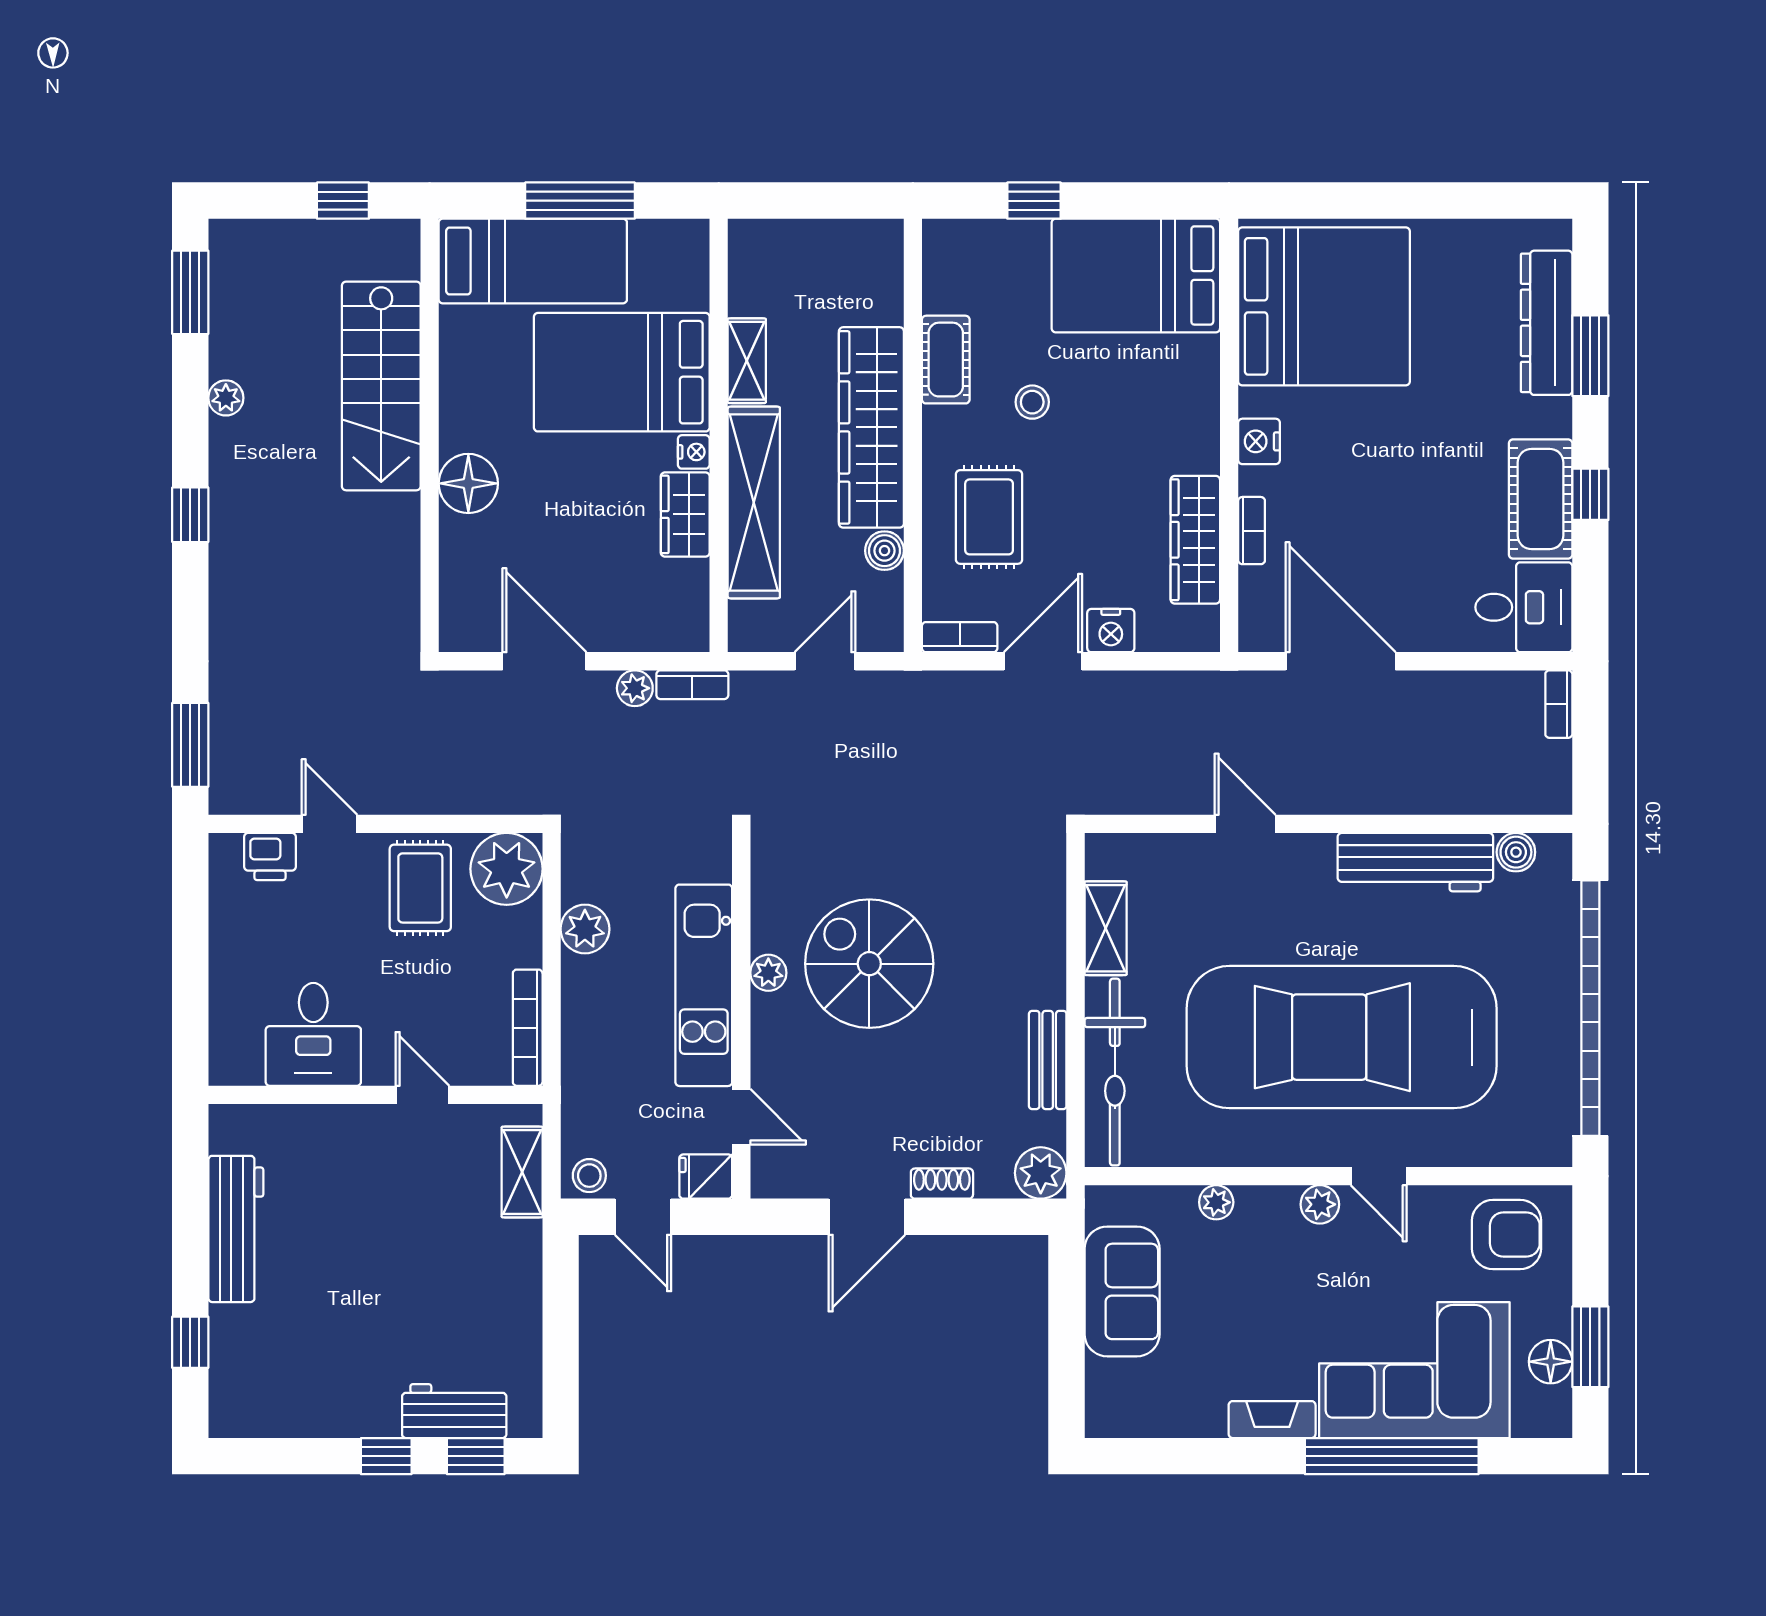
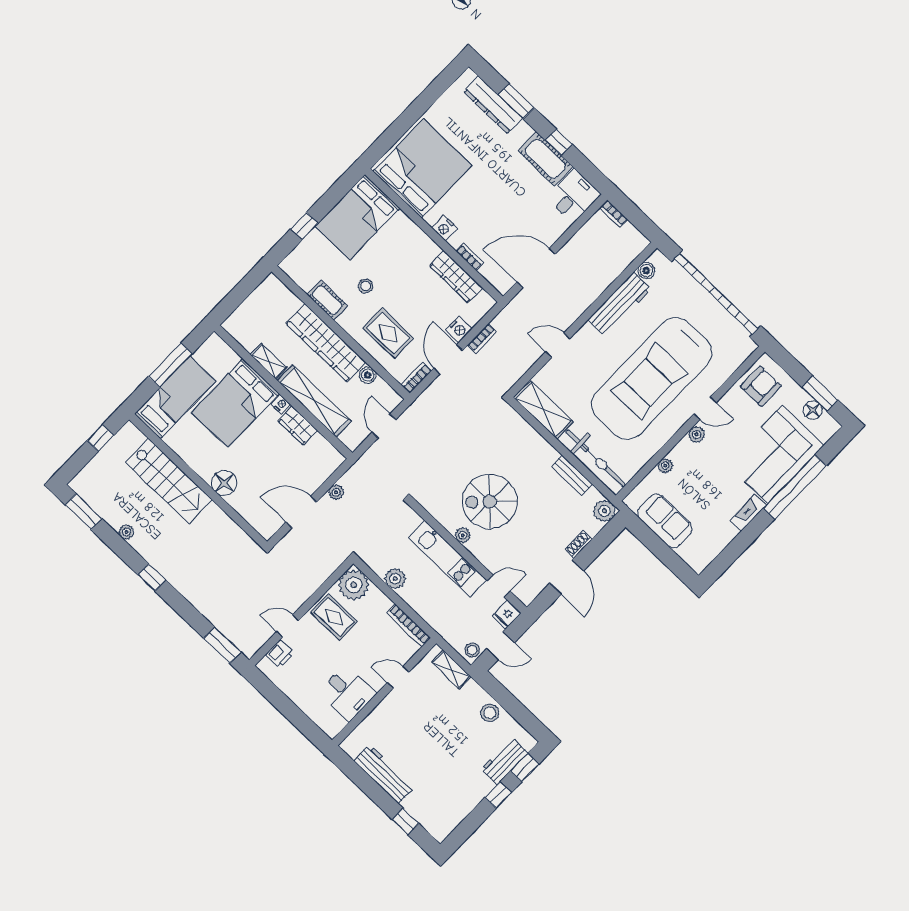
bookcase: (692, 685) -> (482, 338), moved
shelving: (1106, 928) -> (543, 410), width x1.50, depth x1.33
stool: (512, 1308) -> (490, 713), added

